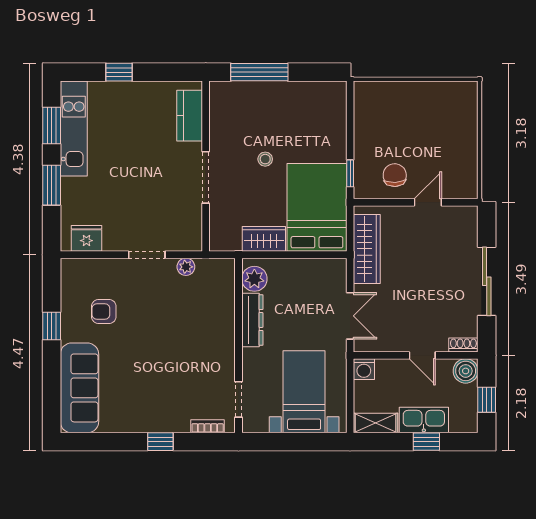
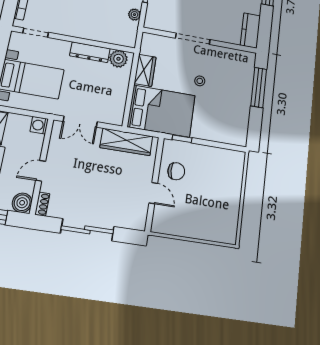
kitchen counter: (190, 116) -> (250, 30), moved, turned -90

